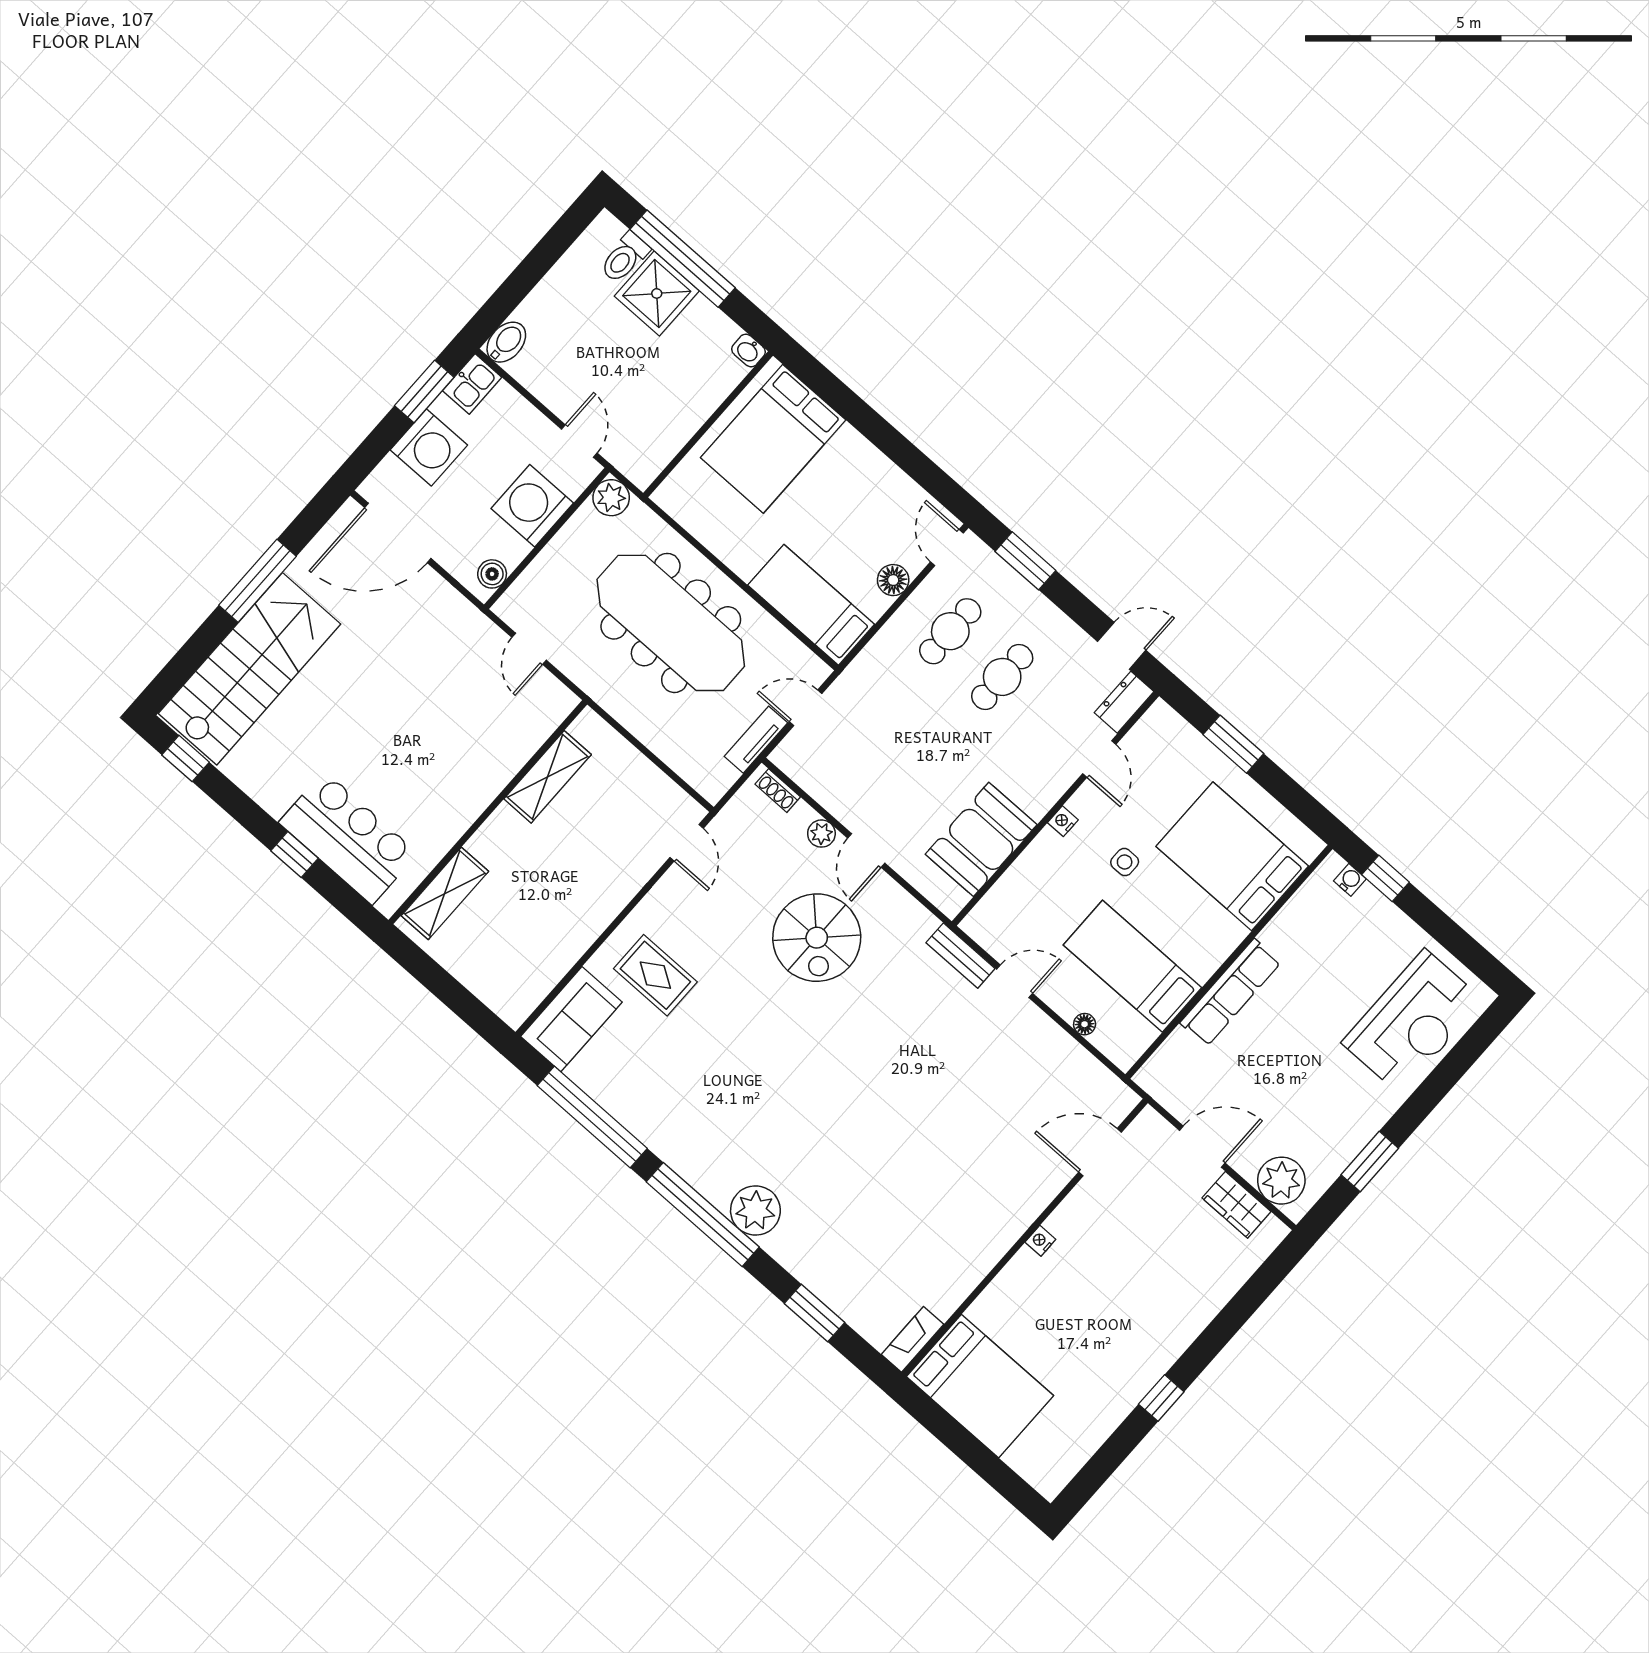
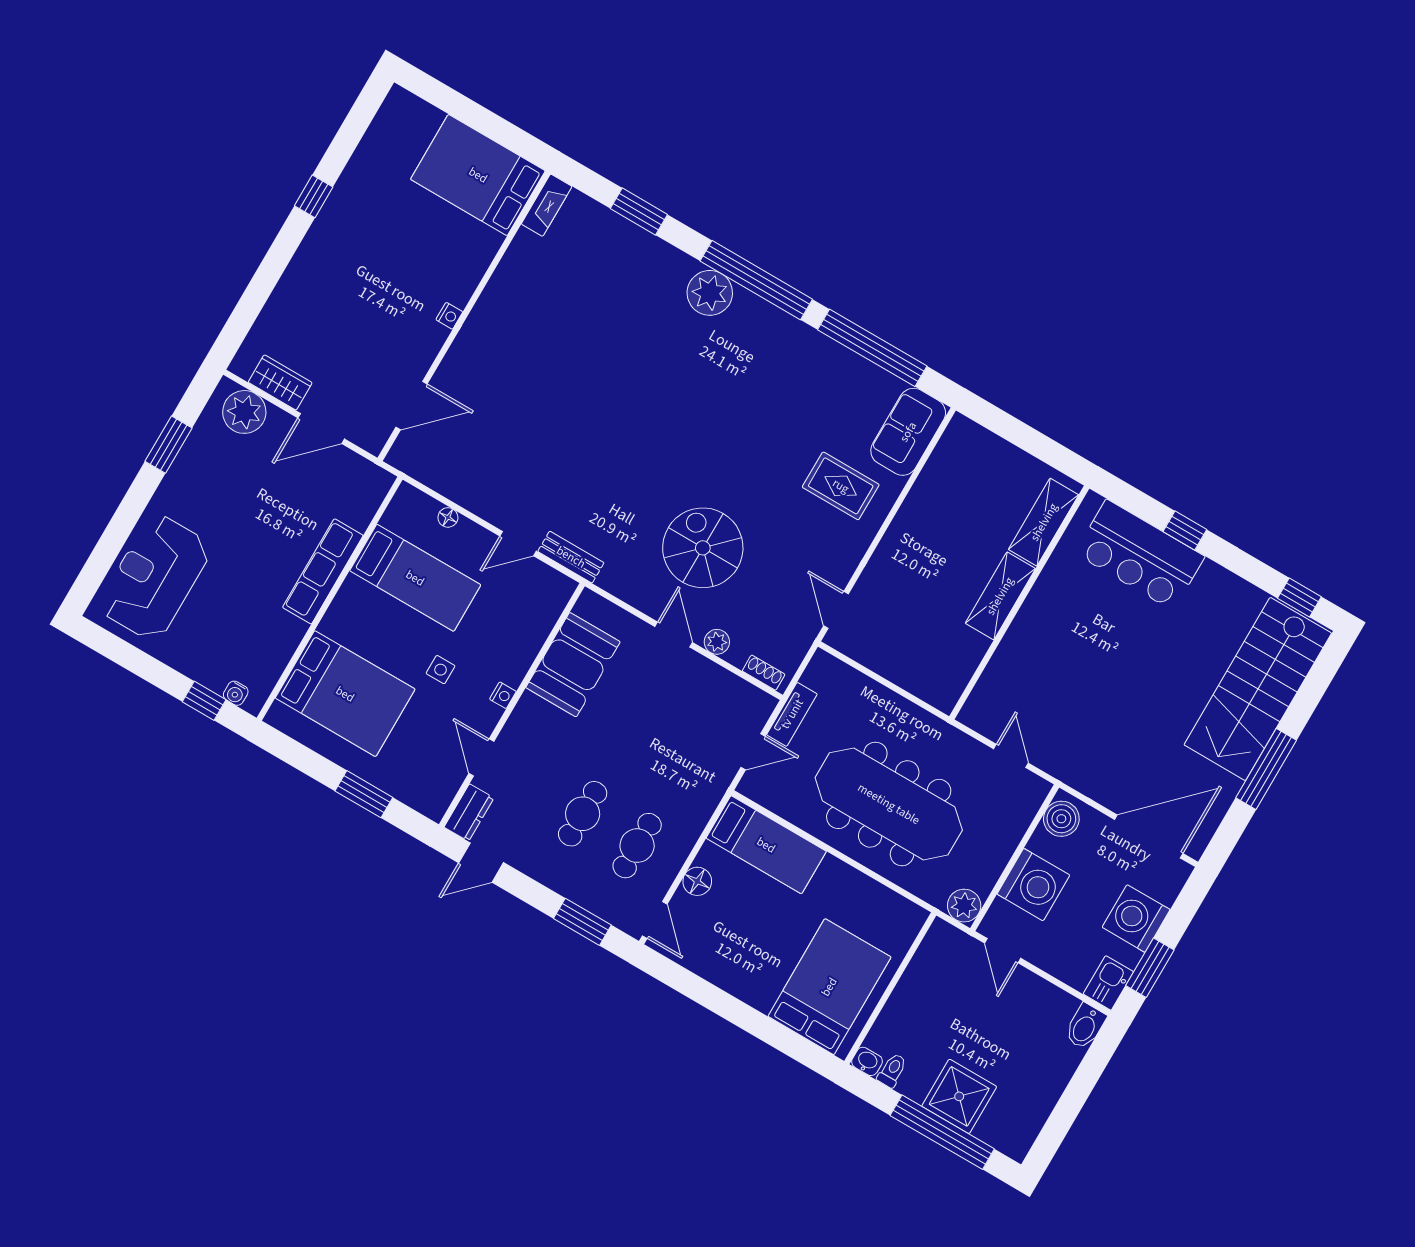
toilet: (625, 258) -> (892, 1070), moved, width x0.73, depth x0.72
boiler: (492, 574) -> (1061, 819), width x1.36, depth x1.36
shelving: (548, 777) -> (1000, 596), moved

